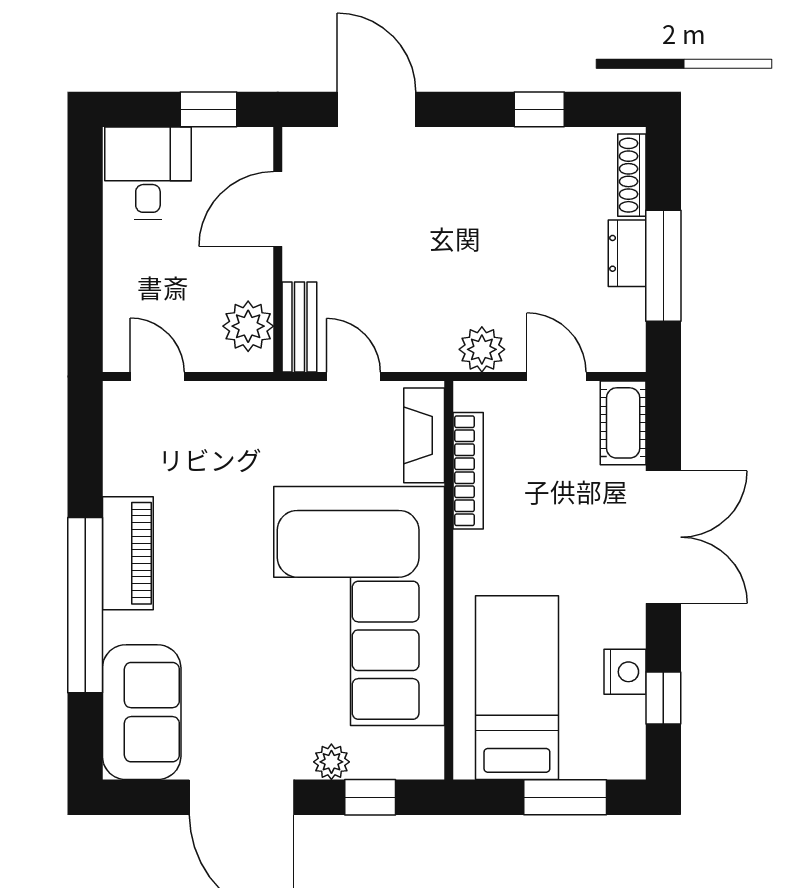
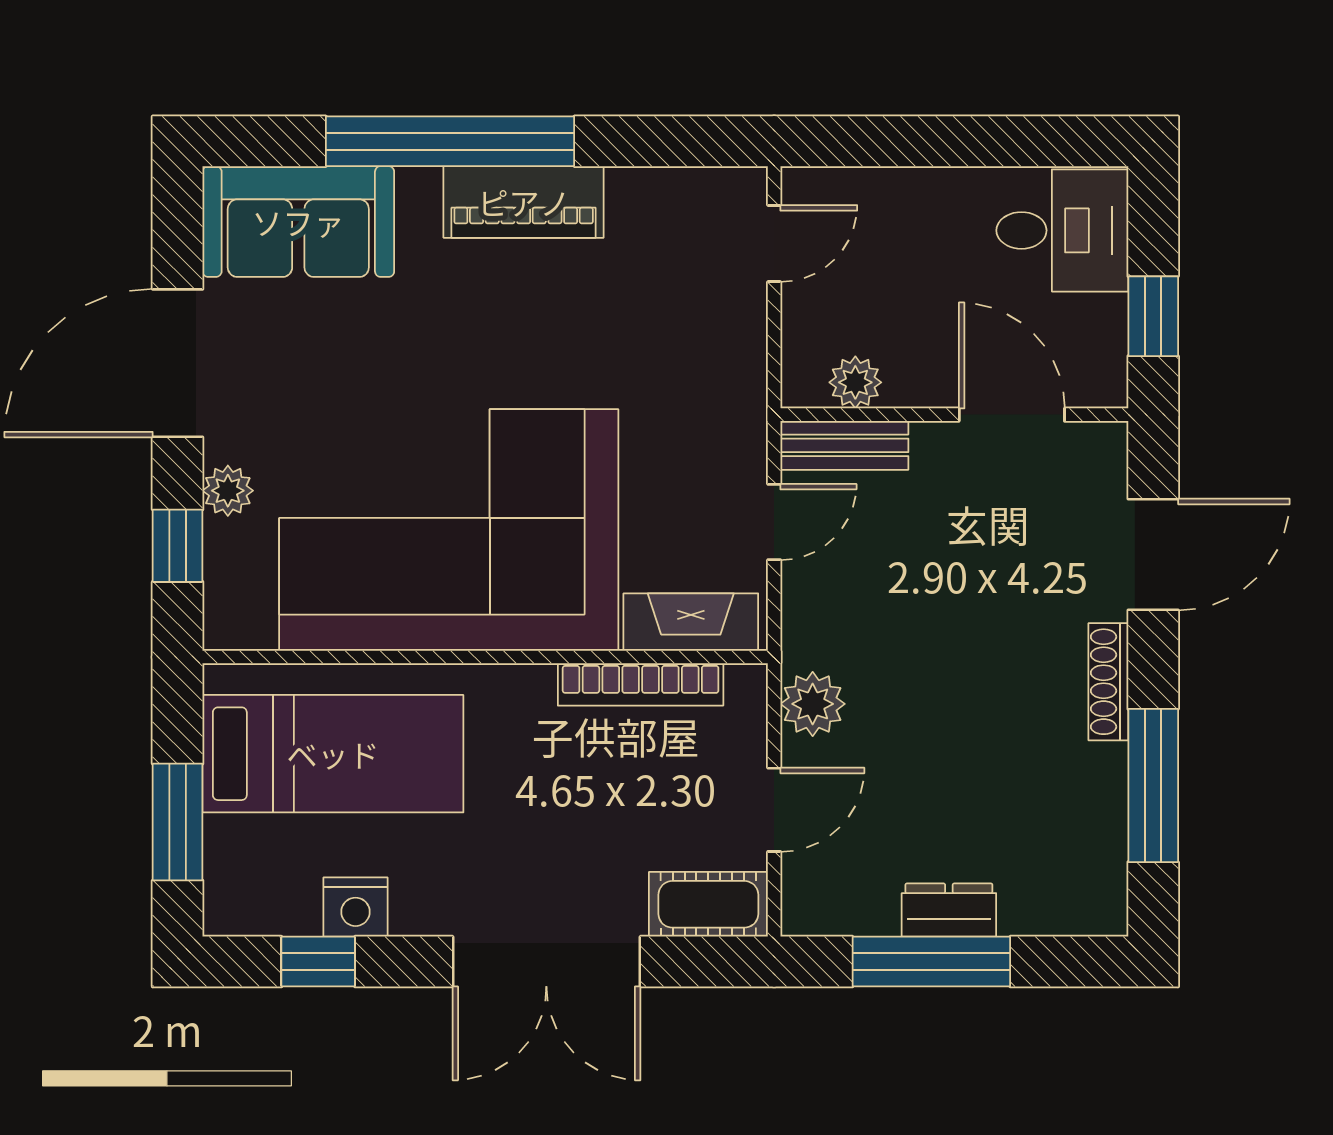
window: (539, 109) -> (1153, 785), width x2.17
shoe rack: (632, 175) -> (1108, 682), moved, turned -90
plant: (248, 326) -> (855, 382), width x0.73, depth x0.73

